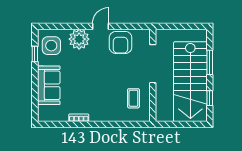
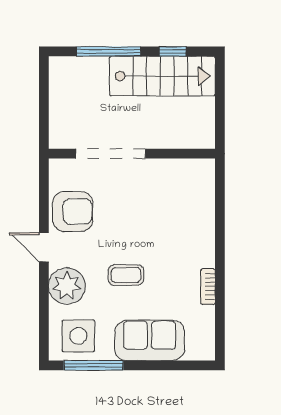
window: (35, 54) -> (93, 365), width x2.17
window: (210, 62) -> (109, 51), width x1.44
stairs: (190, 82) -> (162, 76), width x0.73, depth x0.66
coffee table: (133, 98) -> (126, 275), moved

